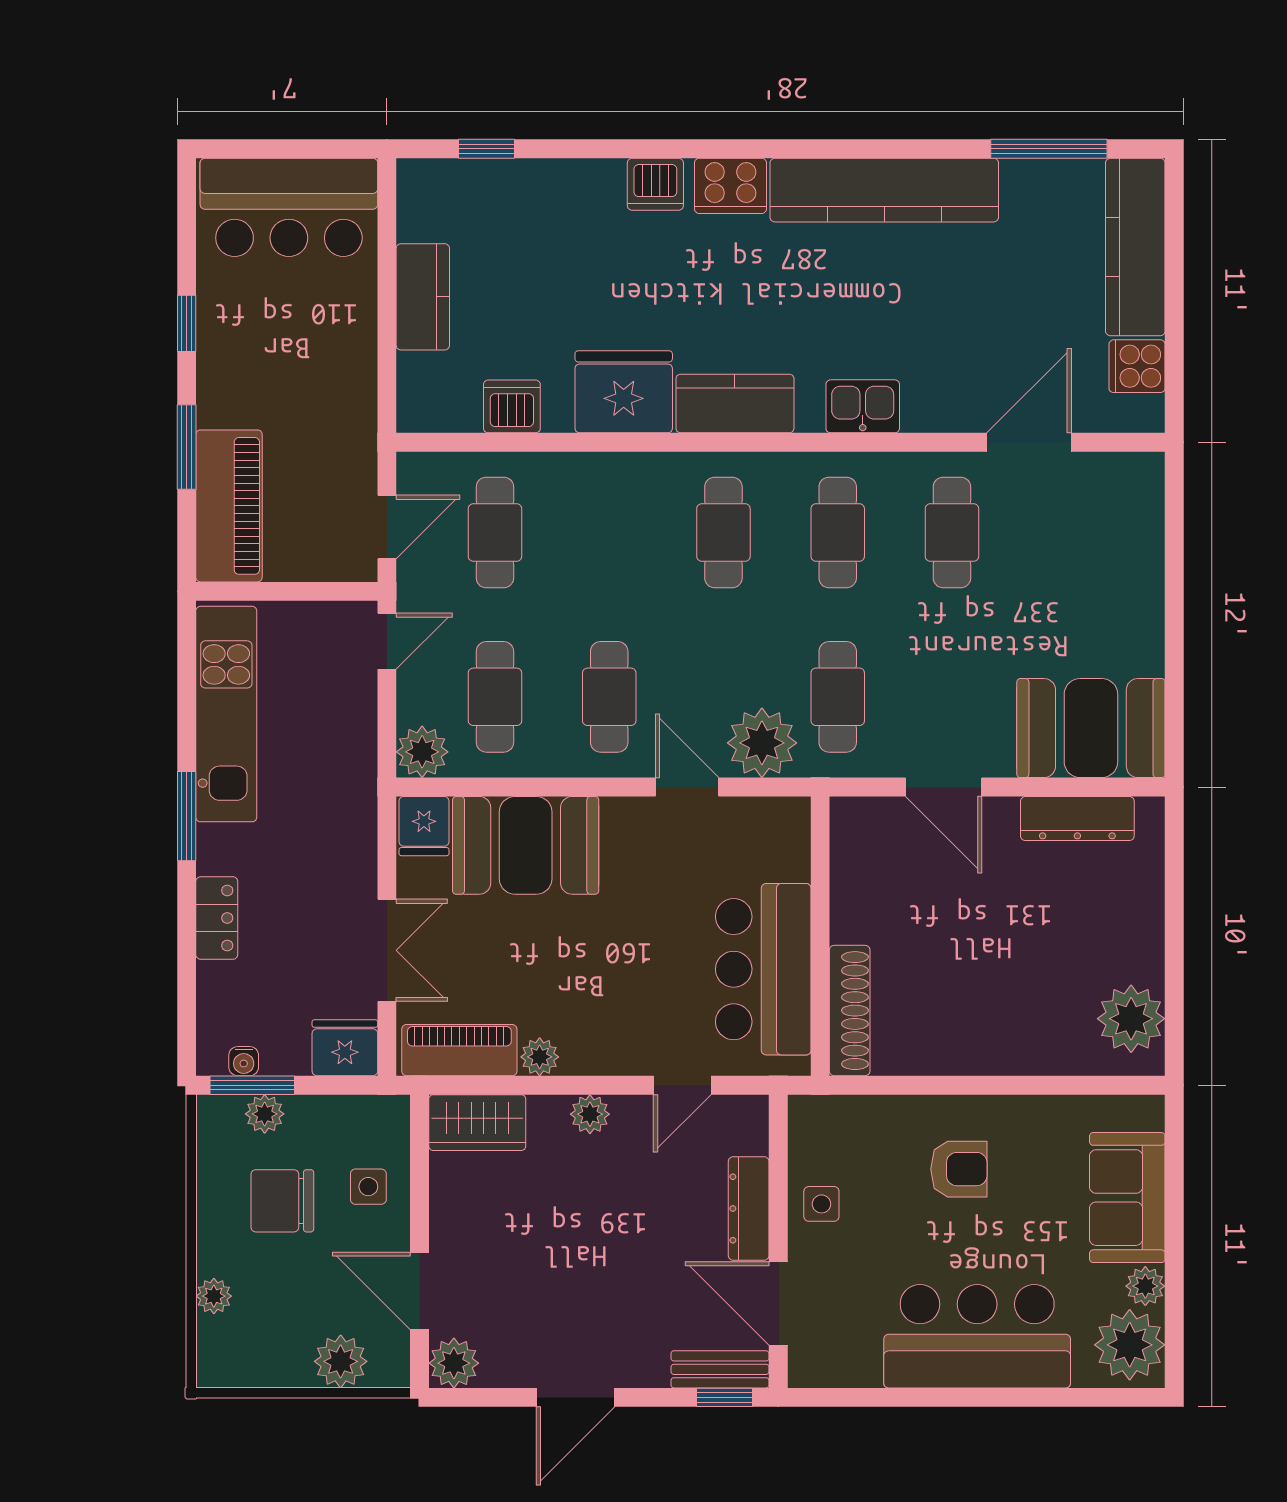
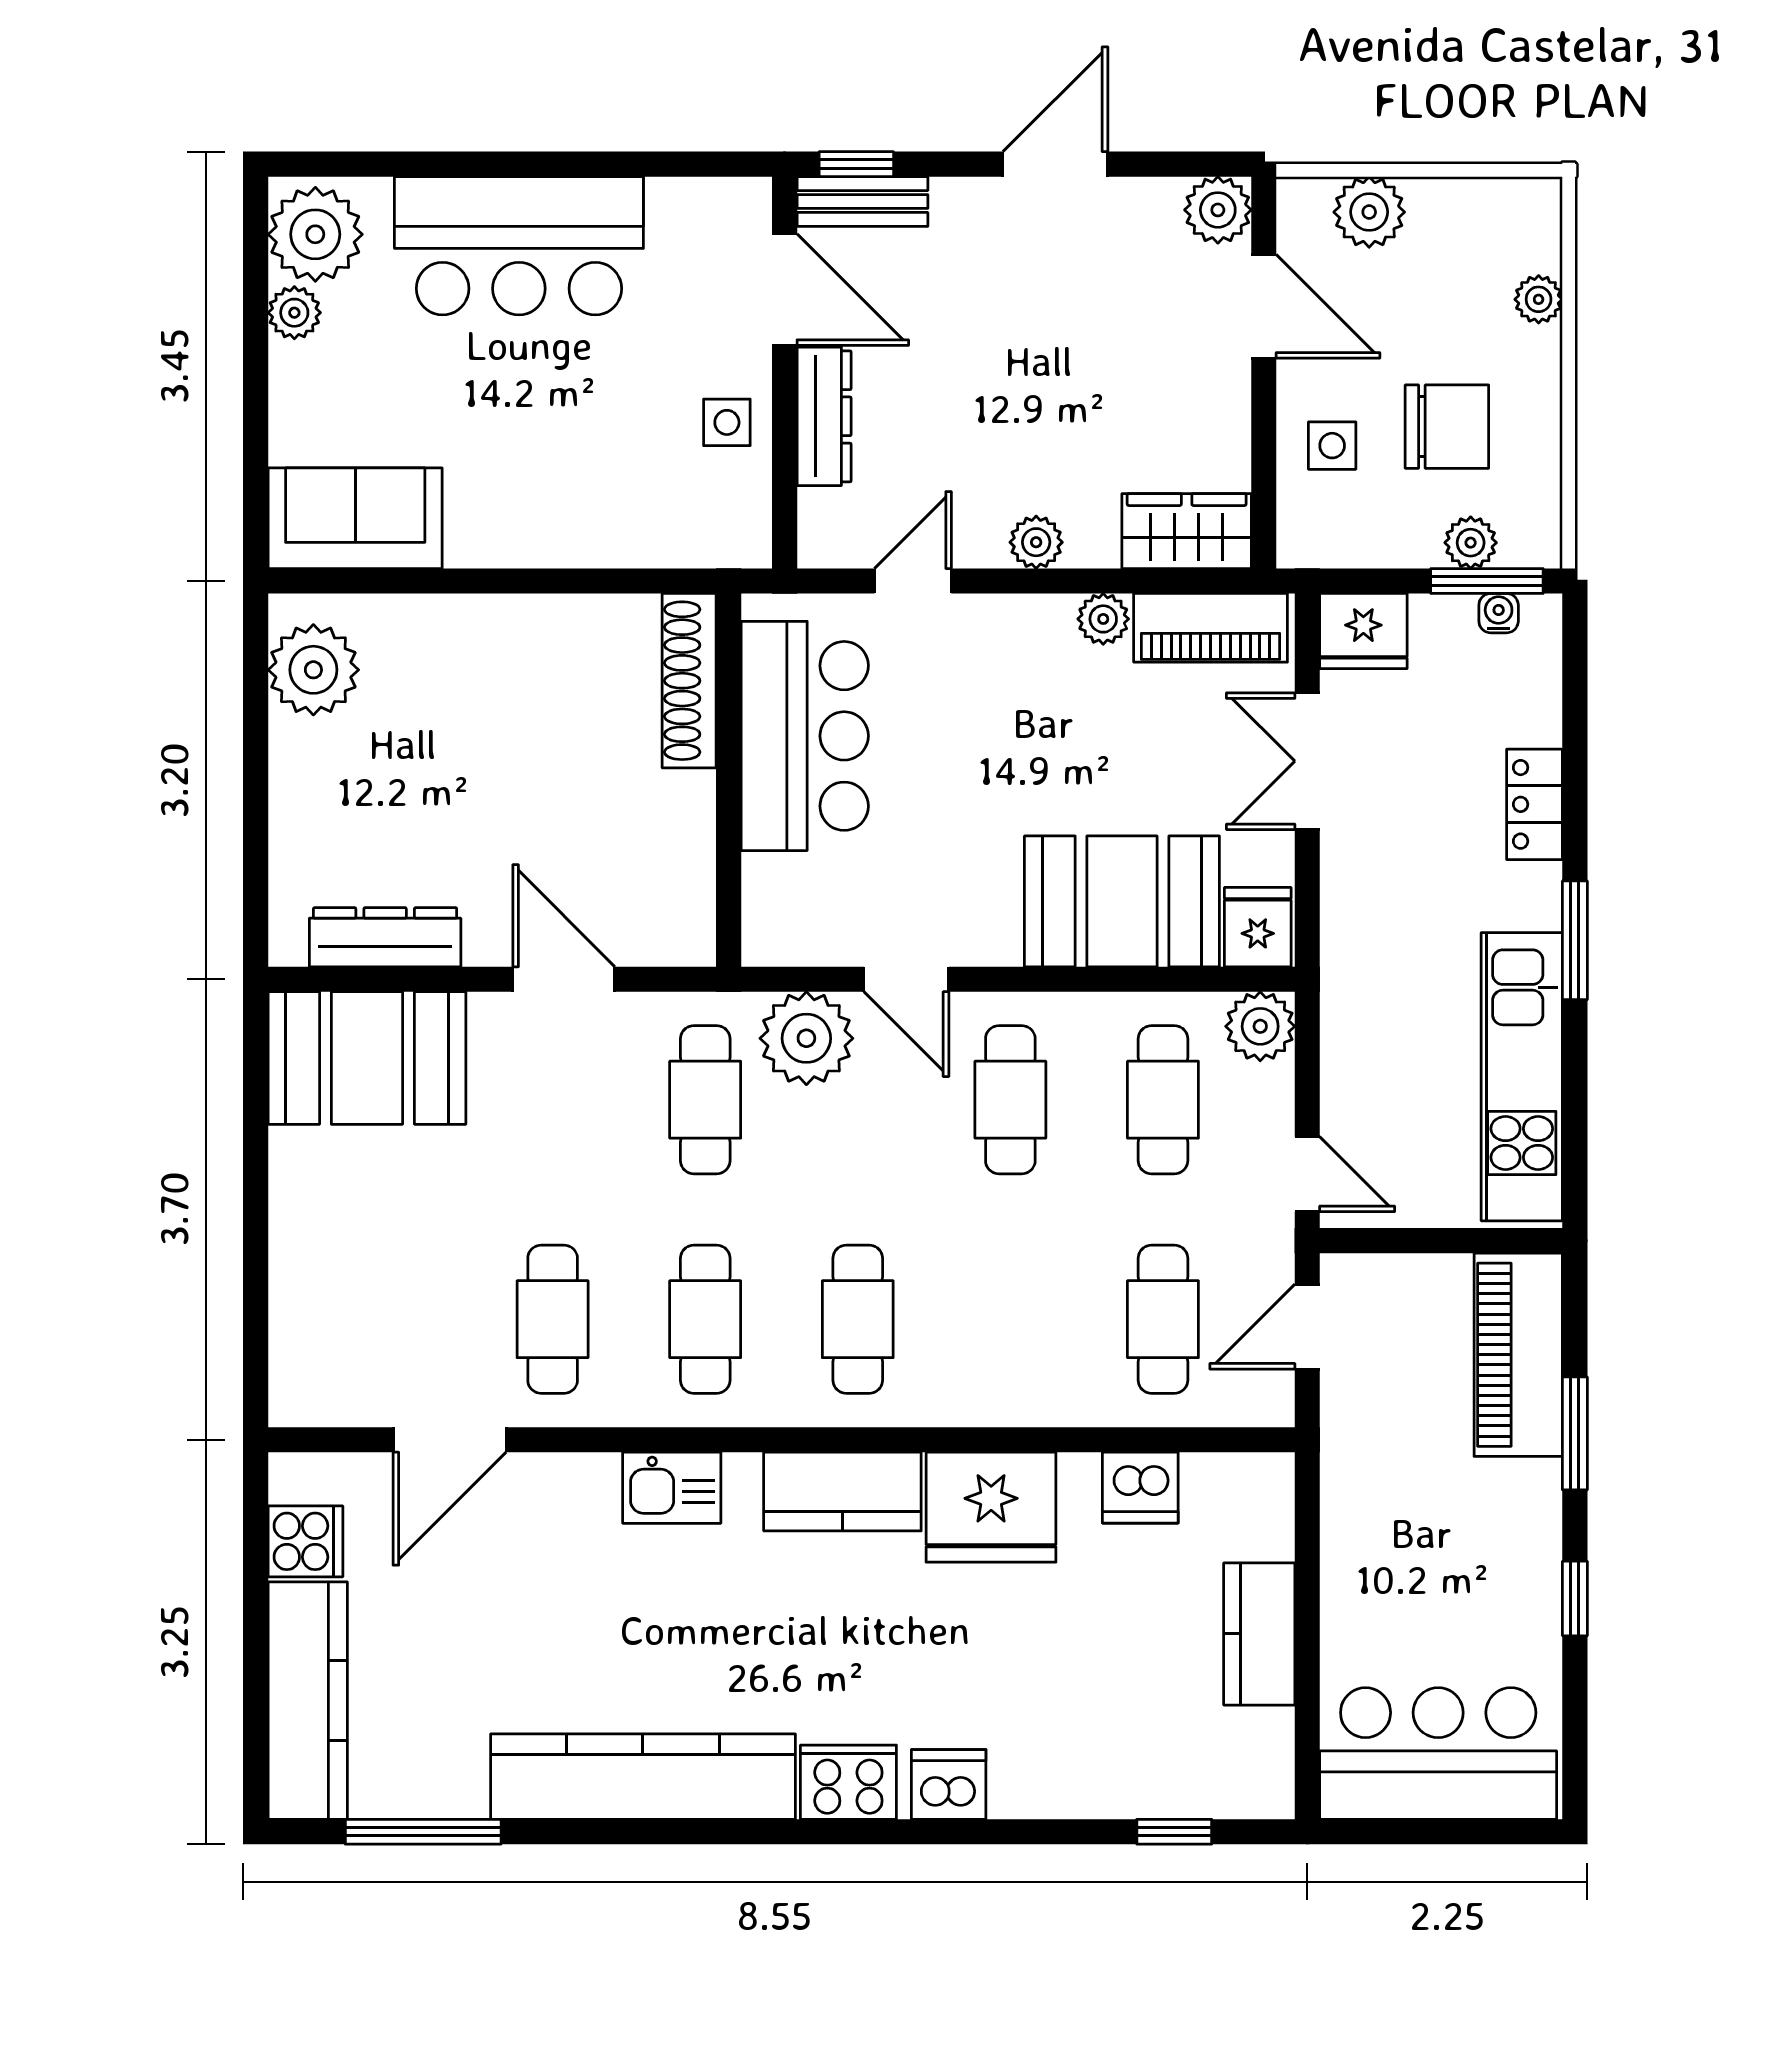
door: (387, 641) -> (1307, 1174), swing flipped
armchair: (959, 1169) -> (543, 469), removed
sofa: (1127, 1198) -> (355, 518), moved, turned -90

